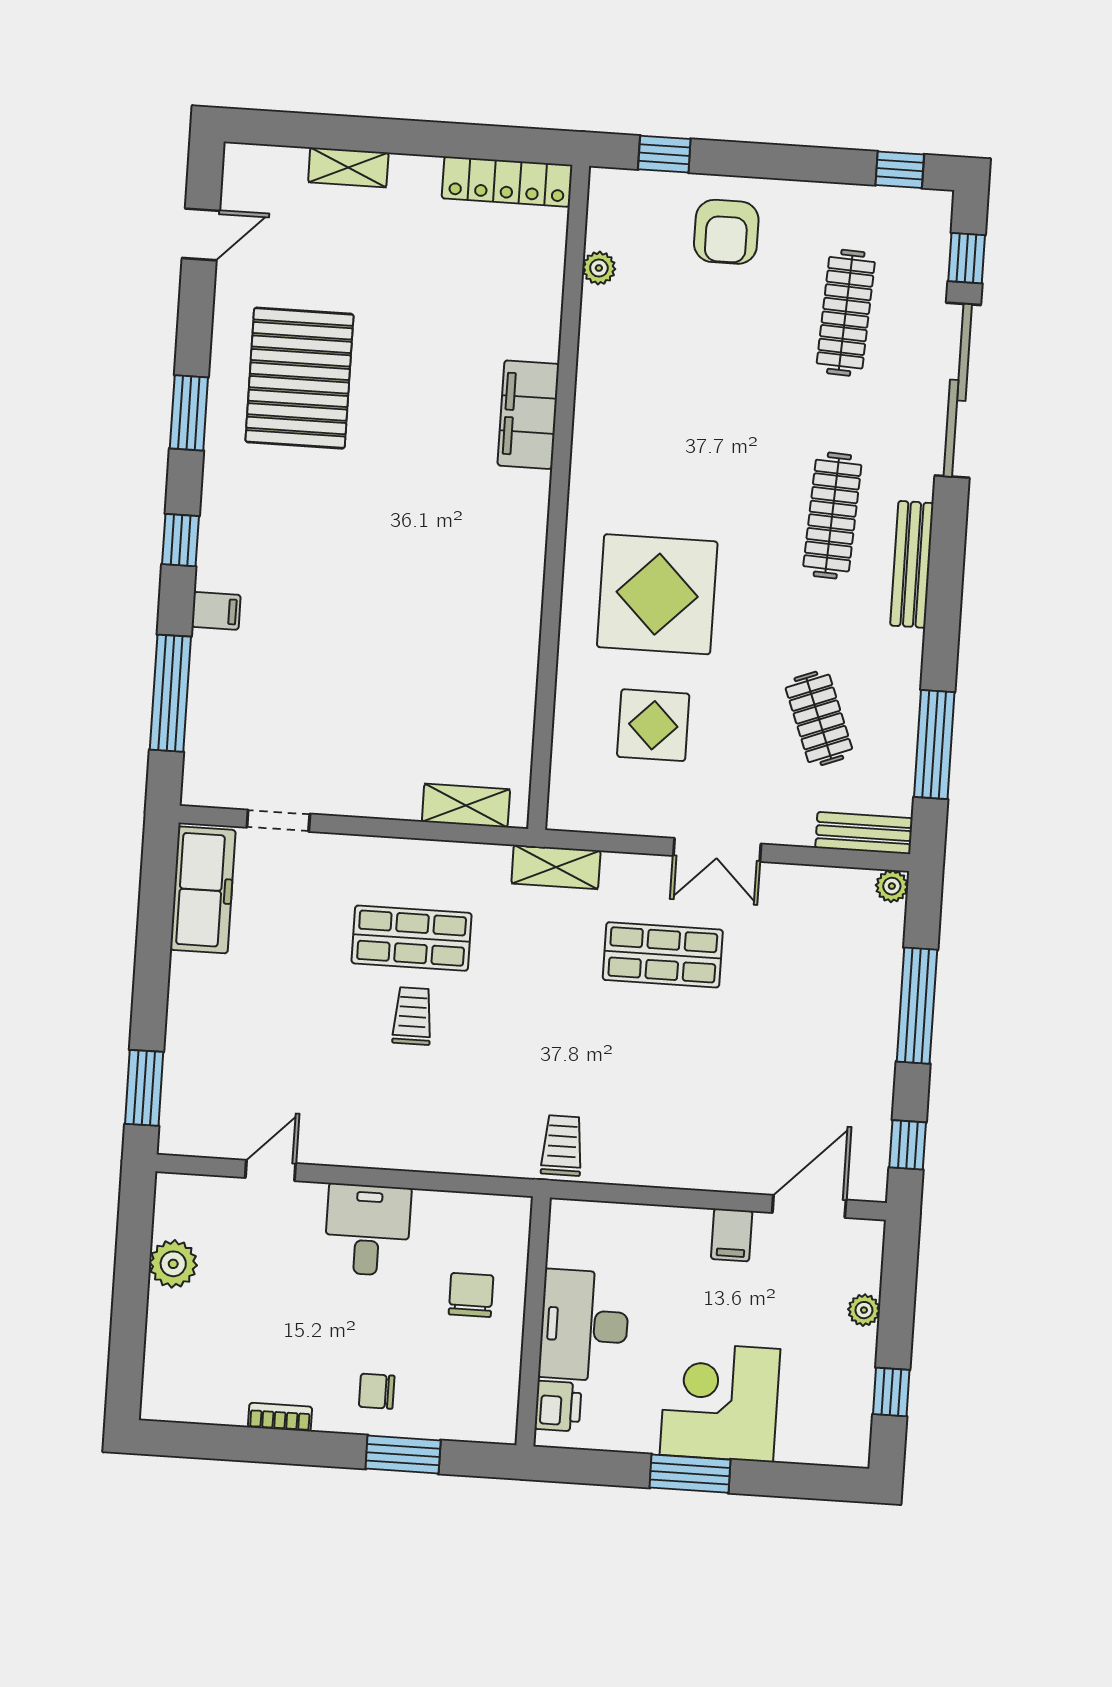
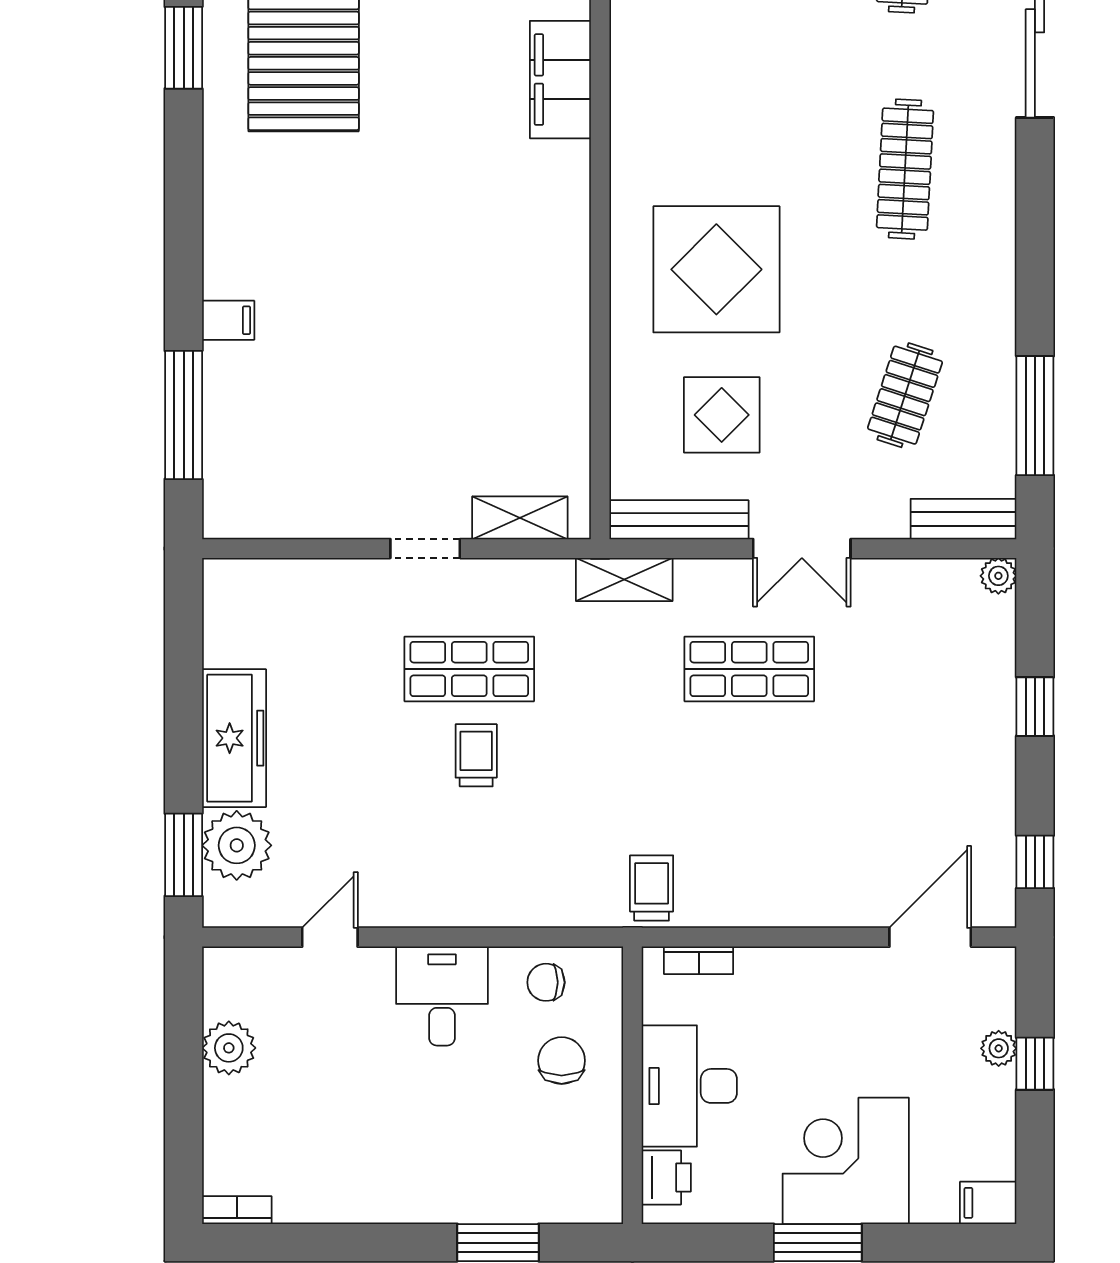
window: (189, 413) -> (184, 48), moved
window: (180, 540) -> (184, 244), removed
bench: (912, 564) -> (679, 520), moved, turned 90
clothes rail: (819, 718) -> (905, 395), turned 39
doorway: (278, 821) -> (425, 549), moved
freezer: (203, 890) -> (234, 738), moved
window: (917, 1006) -> (1035, 707), width x0.46
plant: (192, 1083) -> (237, 845), added
bookcase: (600, 1213) -> (699, 960), added
filing cabinet: (732, 1235) -> (988, 1203), moved, turned 90
chair: (377, 1391) -> (546, 982), moved
window: (891, 1392) -> (1035, 1064), moved
bookcase: (280, 1417) -> (237, 1210), moved

